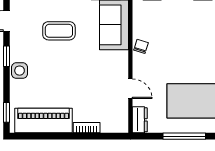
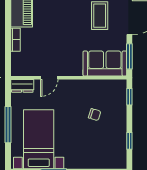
chair: (141, 46) -> (95, 115), moved

